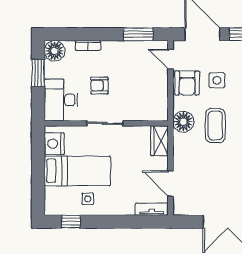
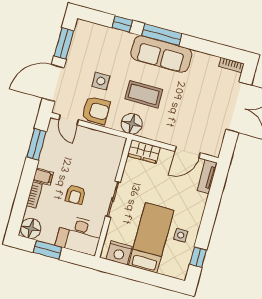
filing cabinet: (108, 49) -> (43, 177), added
door: (171, 59) -> (69, 120), hinge flipped

